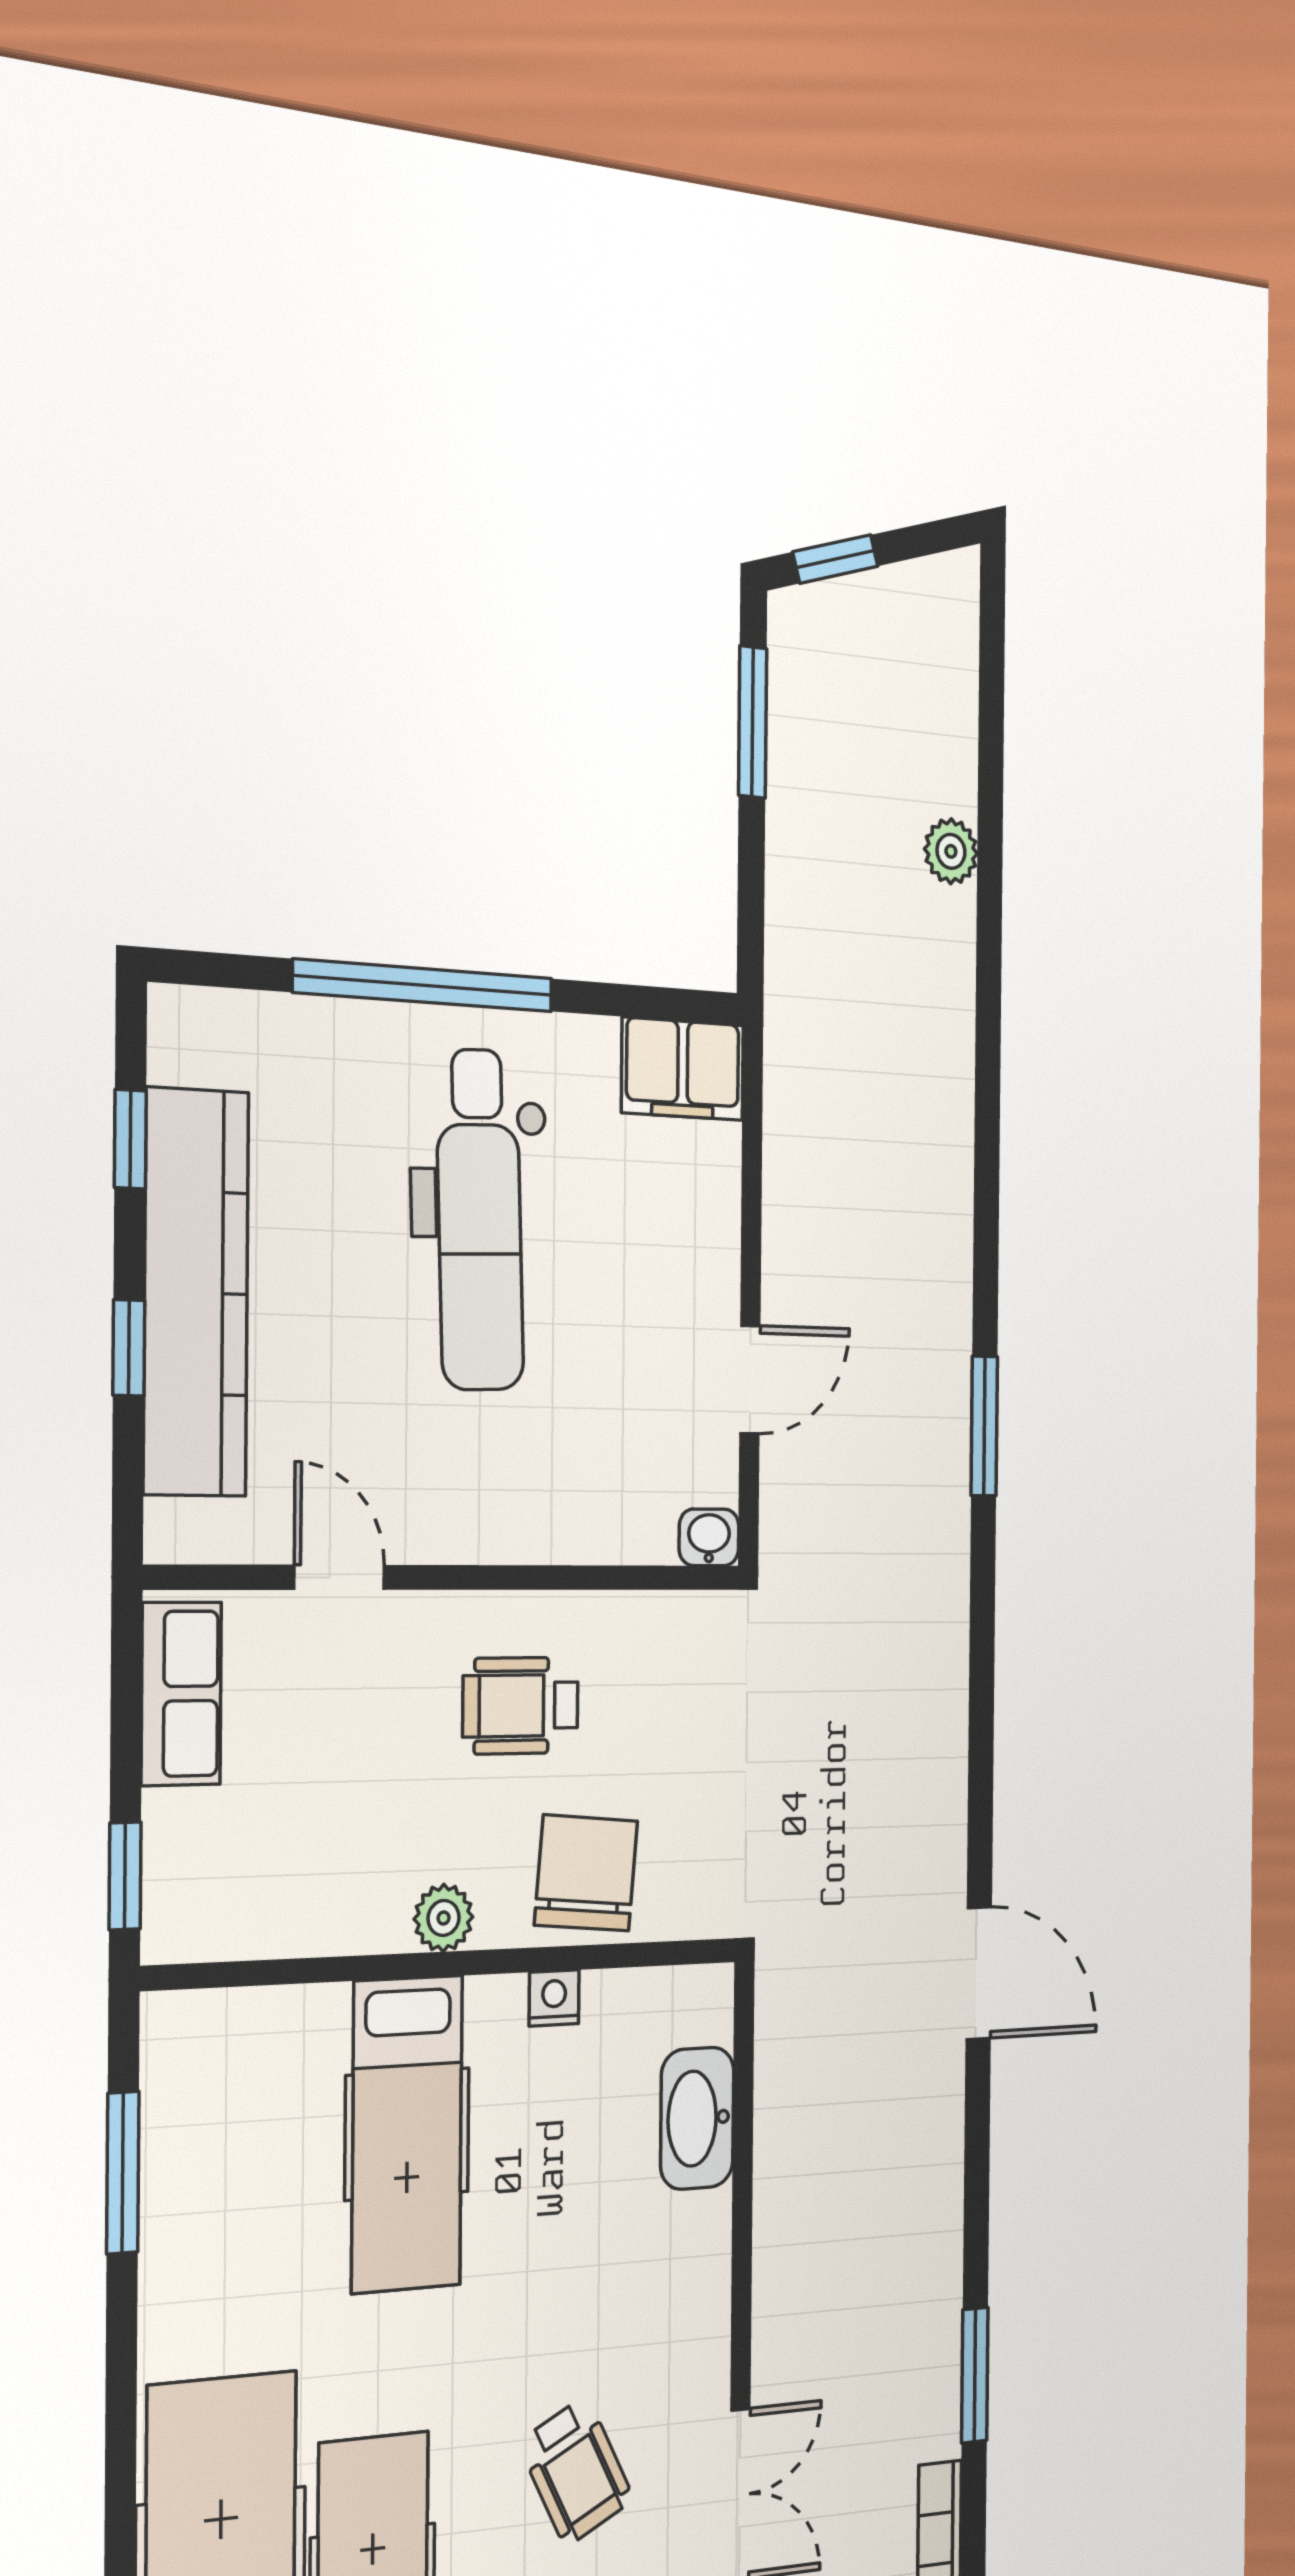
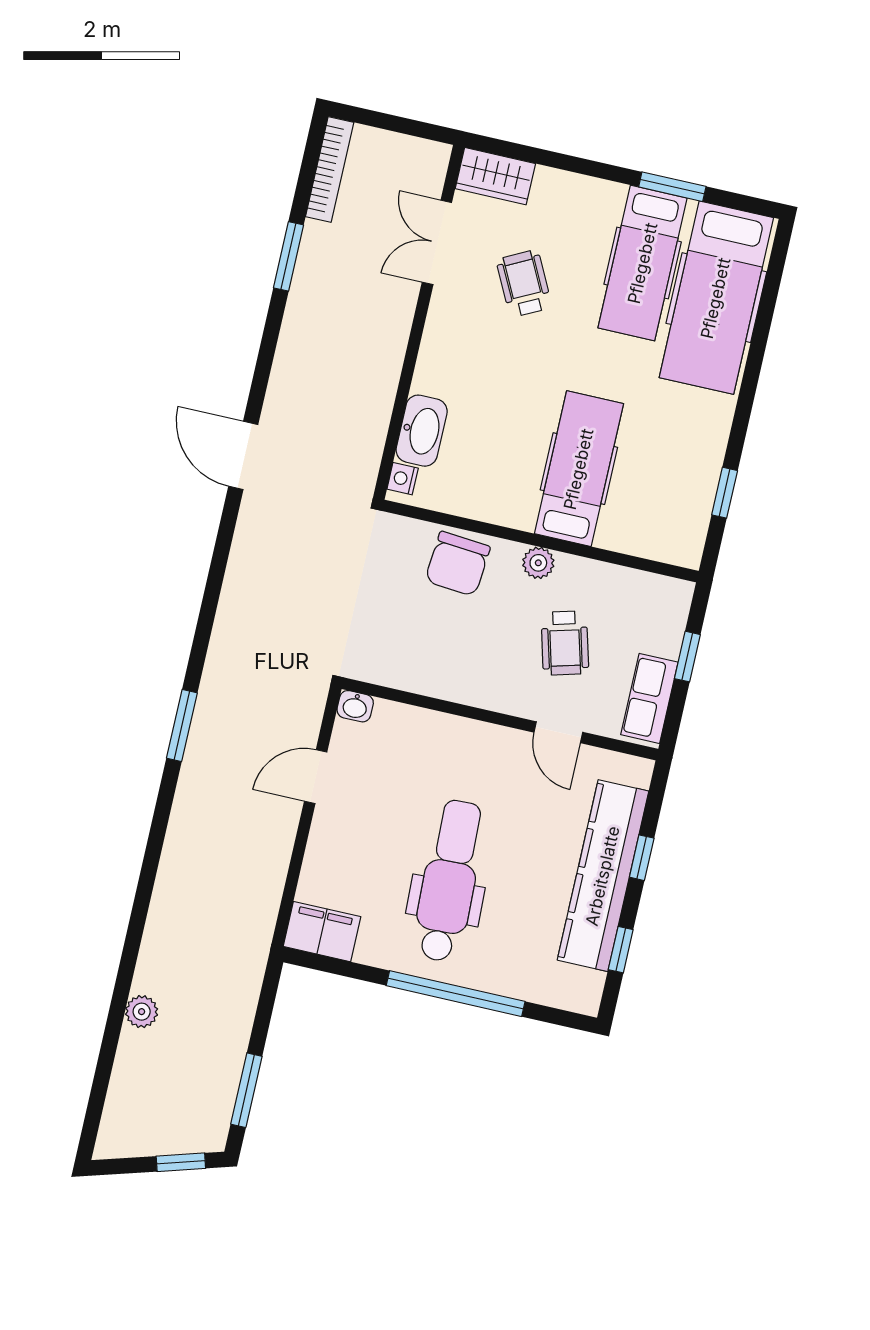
wheelchair: (521, 1706) -> (565, 643), moved, turned 75
window: (125, 1876) -> (687, 657), moved
nightstand: (554, 1998) -> (403, 479), moved, turned 90
window: (123, 2173) -> (725, 493), width x0.67

